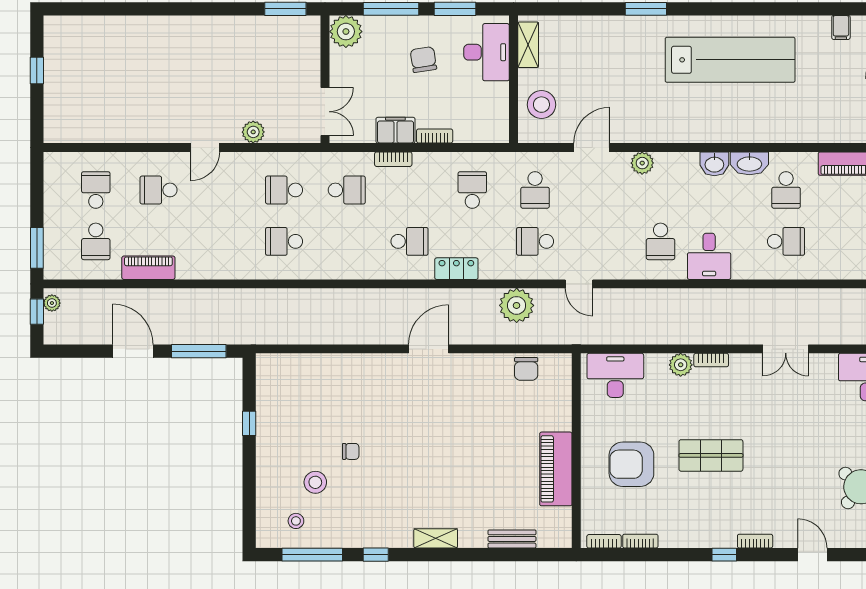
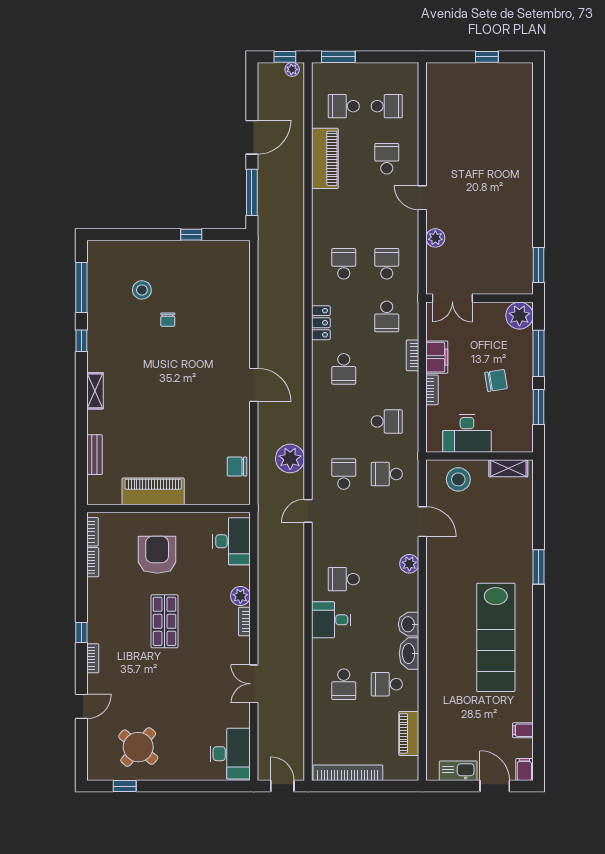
desk: (486, 52) -> (467, 433), moved
piano: (148, 268) -> (325, 158), width x1.37, depth x1.33
locker: (456, 269) -> (321, 323), moved
stool: (296, 521) -> (110, 274), removed

